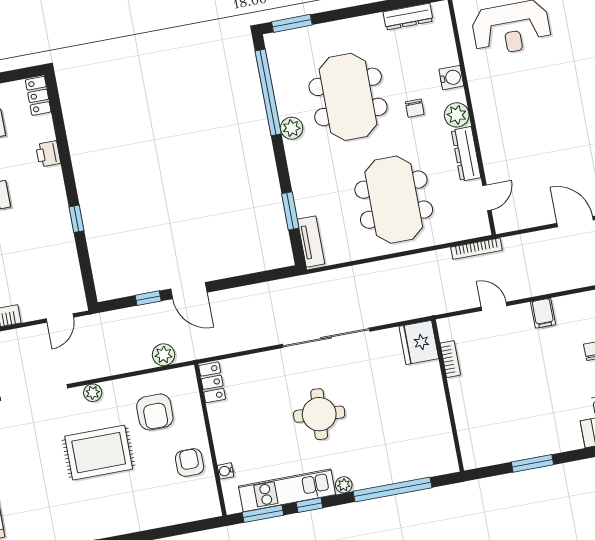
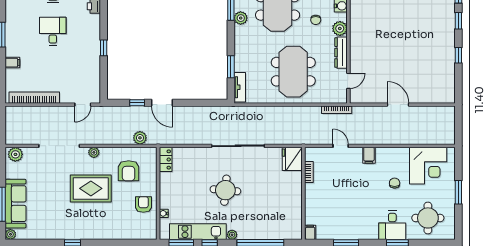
filing cabinet: (471, 457) -> (310, 232), added

